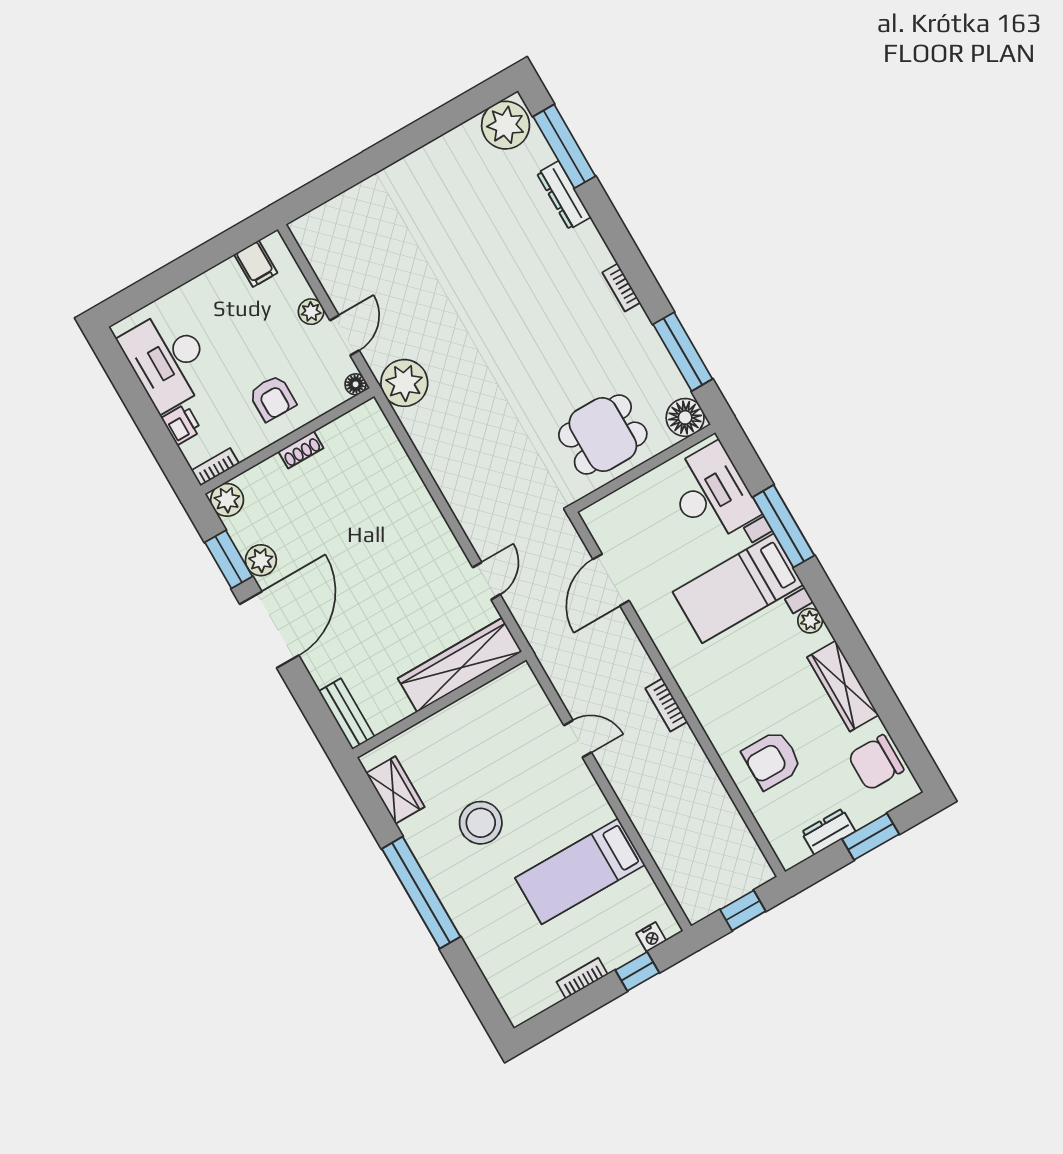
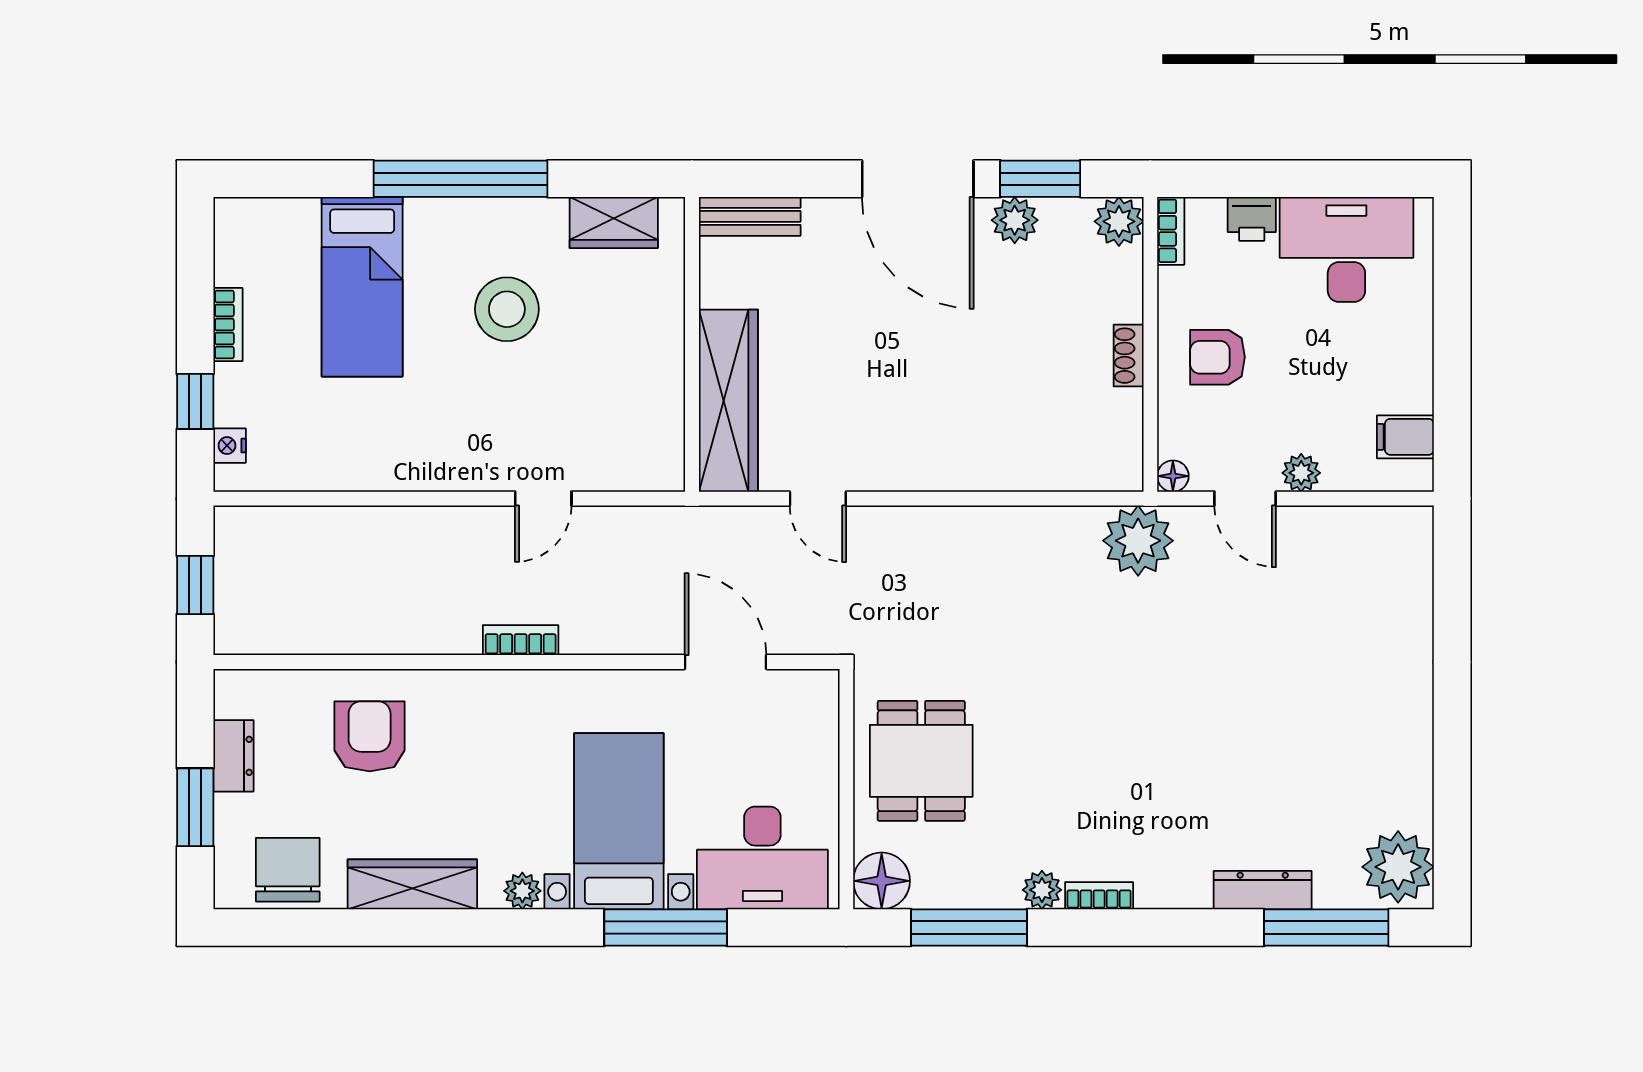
plant: (637, 322) -> (1042, 890), added
bed: (580, 871) -> (362, 287), moved, turned 180

